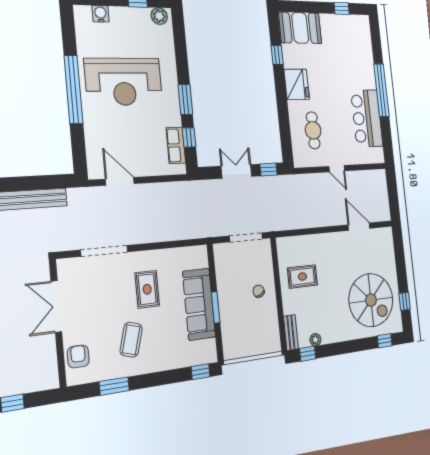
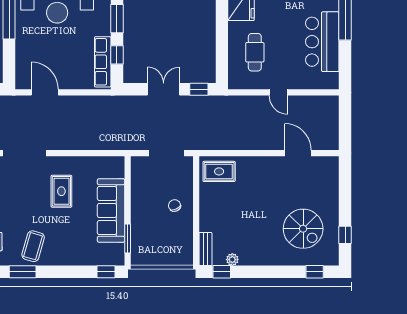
row of seats: (176, 145) -> (103, 62), width x1.48
rug: (302, 276) -> (219, 171), moved
spiral stairs: (371, 300) -> (303, 229), width x0.73, depth x0.73
window: (216, 307) -> (128, 239), moved
coffee table: (131, 340) -> (33, 246), moved

